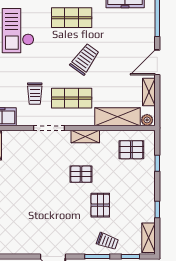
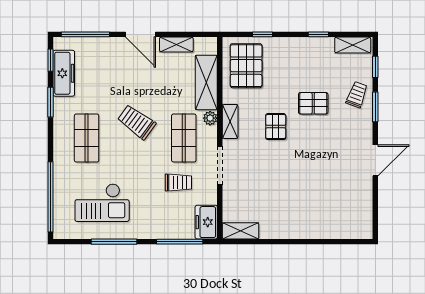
plant: (147, 120) -> (210, 118), moved
pallet: (131, 150) -> (246, 66), width x1.50, depth x1.42

